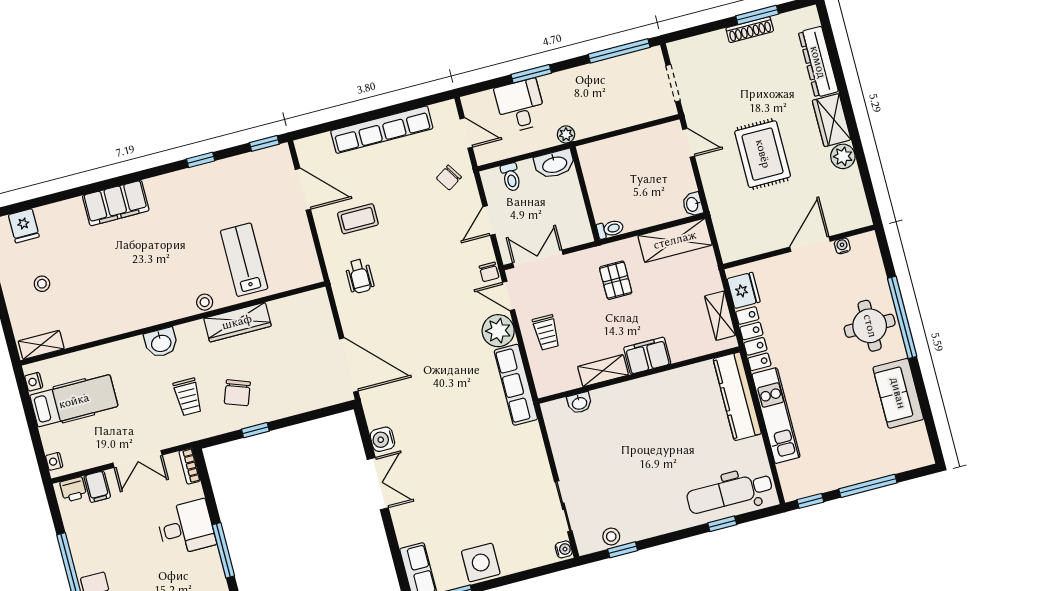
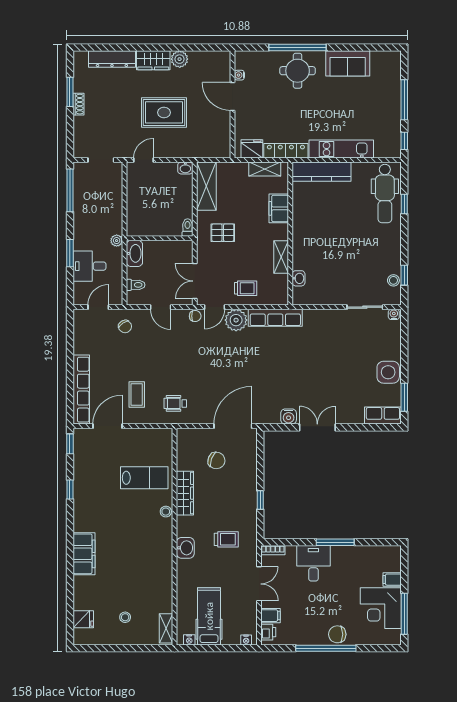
shoe rack: (750, 30) -> (78, 104), width x0.70
row of seats: (382, 130) -> (81, 390), moved
lab bench: (244, 260) -> (144, 478), turned 180
wheelchair: (360, 276) -> (175, 403), turned 180
filing cabinet: (647, 356) -> (279, 208), moved
chair: (237, 393) -> (216, 460), moved

